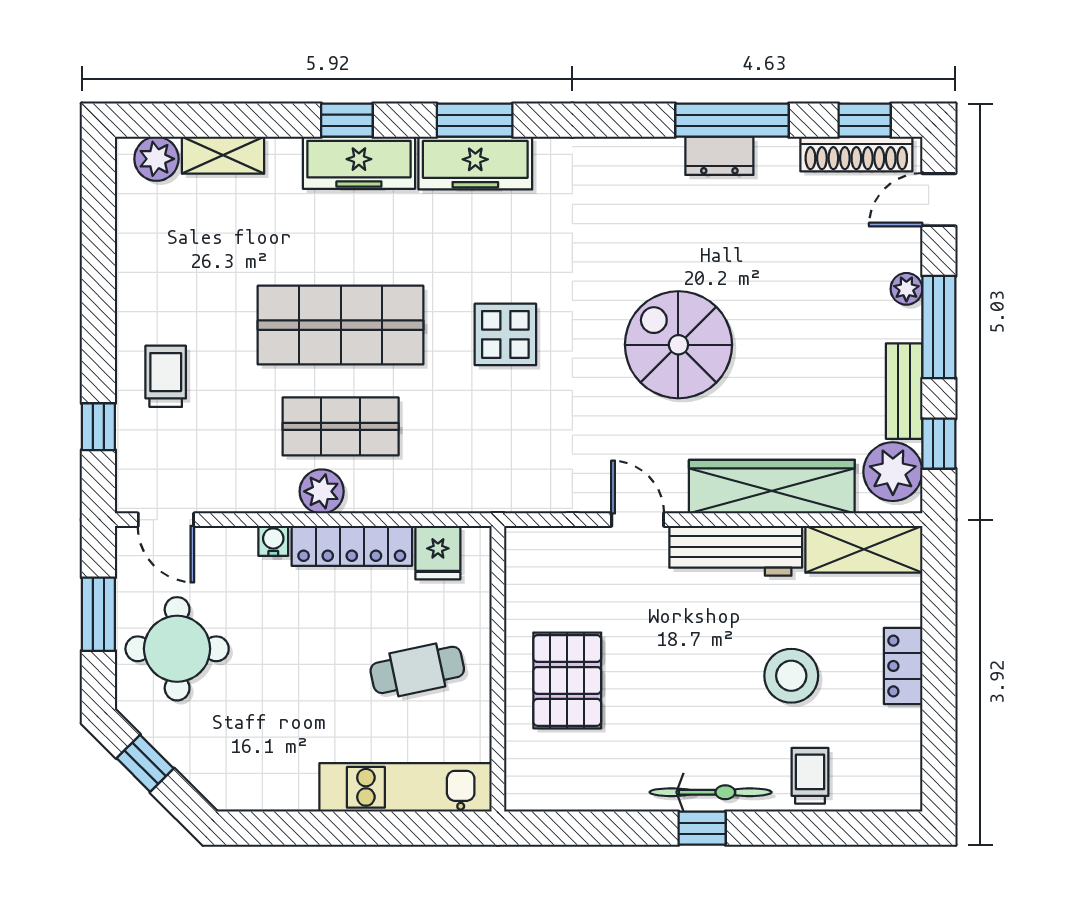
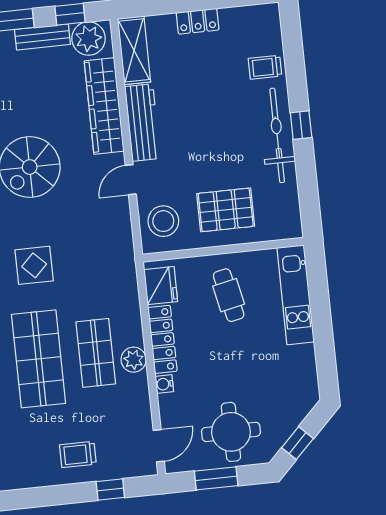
fridge: (438, 553) -> (161, 286), width x1.38
stool: (791, 676) -> (163, 221), moved
bicycle: (711, 792) -> (277, 135), width x1.37, depth x1.40

